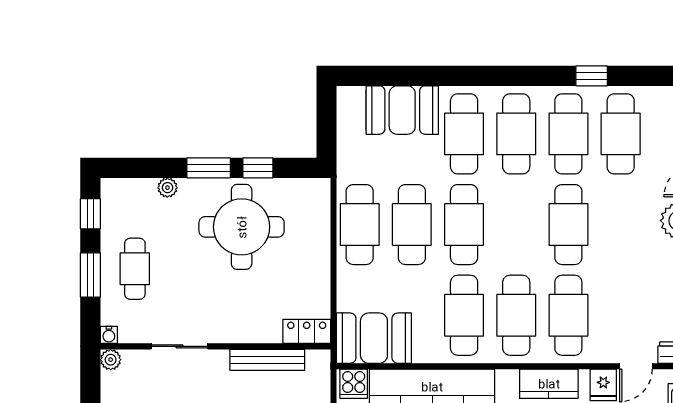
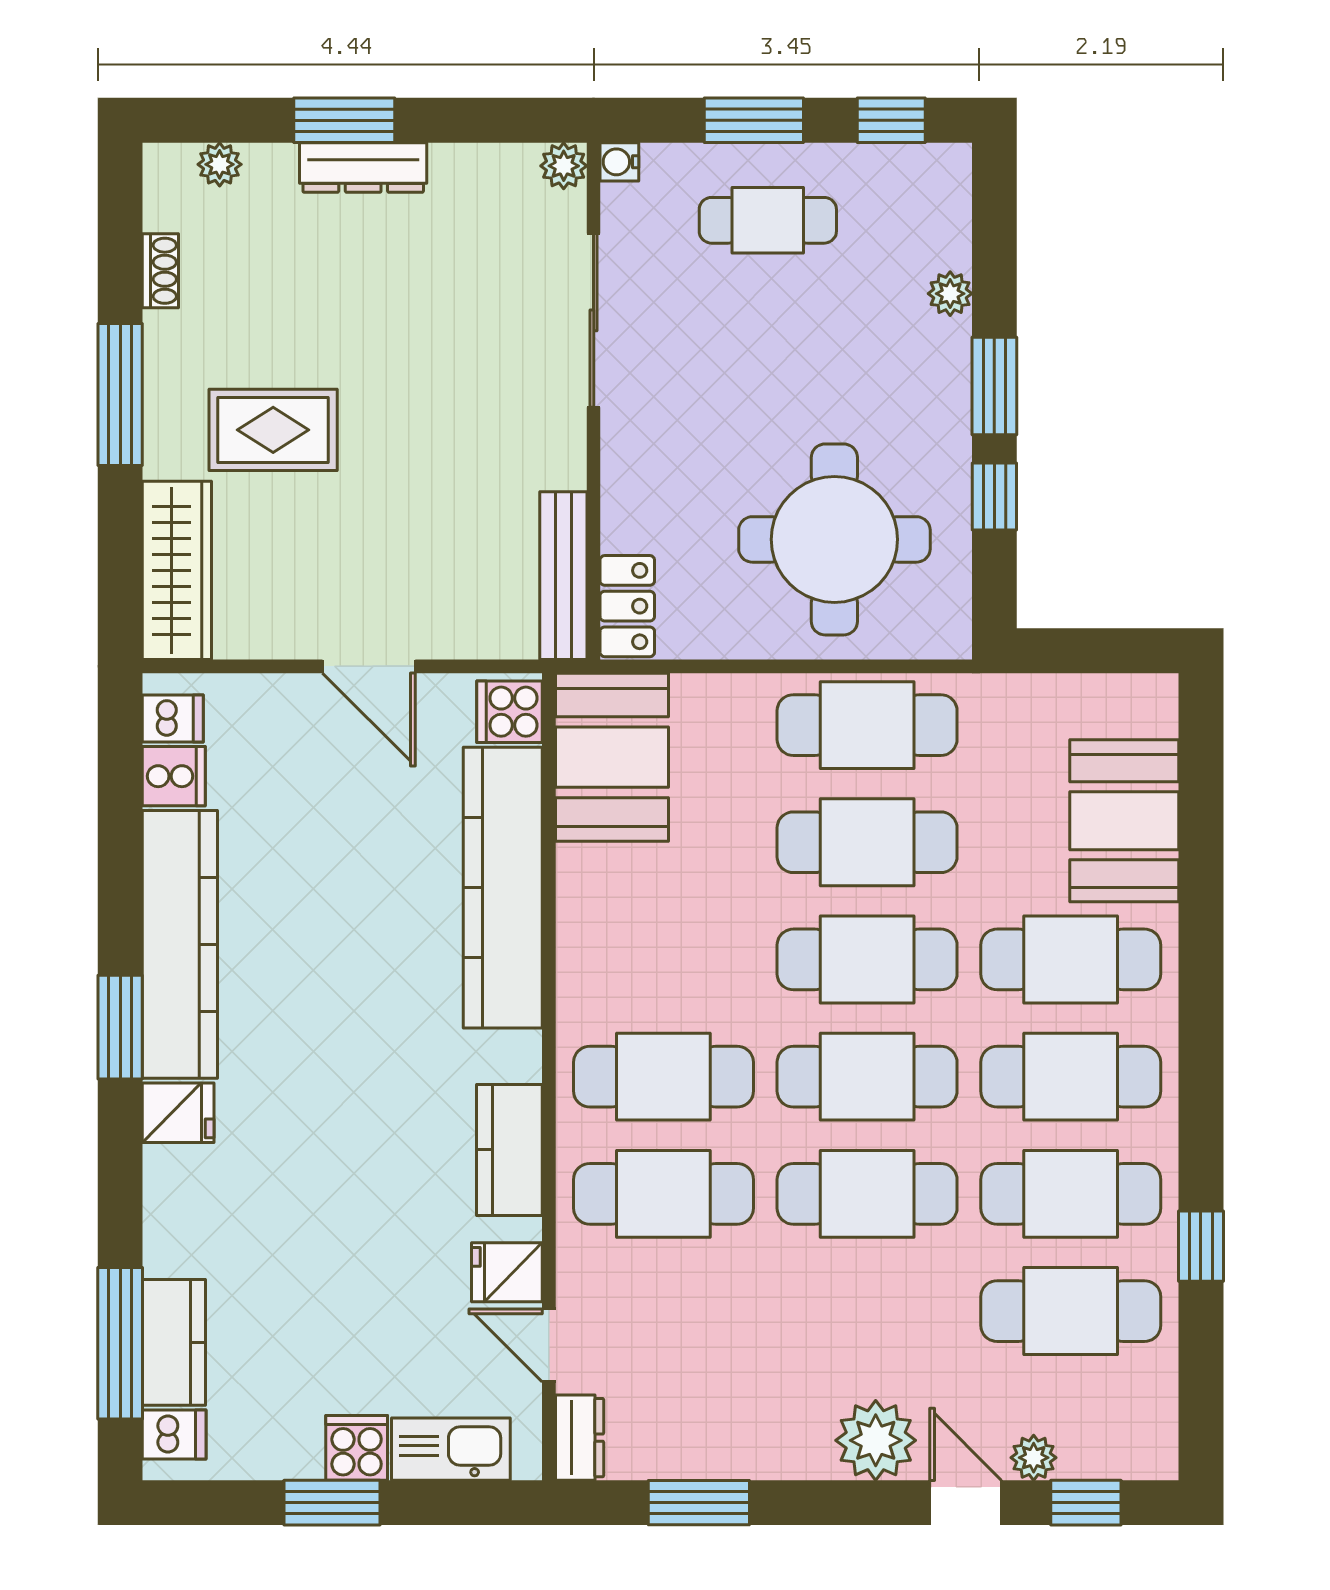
round table: (242, 227) -> (834, 539), moved
cafe table: (464, 315) -> (867, 1077), moved
sliding door: (179, 346) -> (594, 320), width x1.37
bench: (267, 360) -> (563, 576), moved

